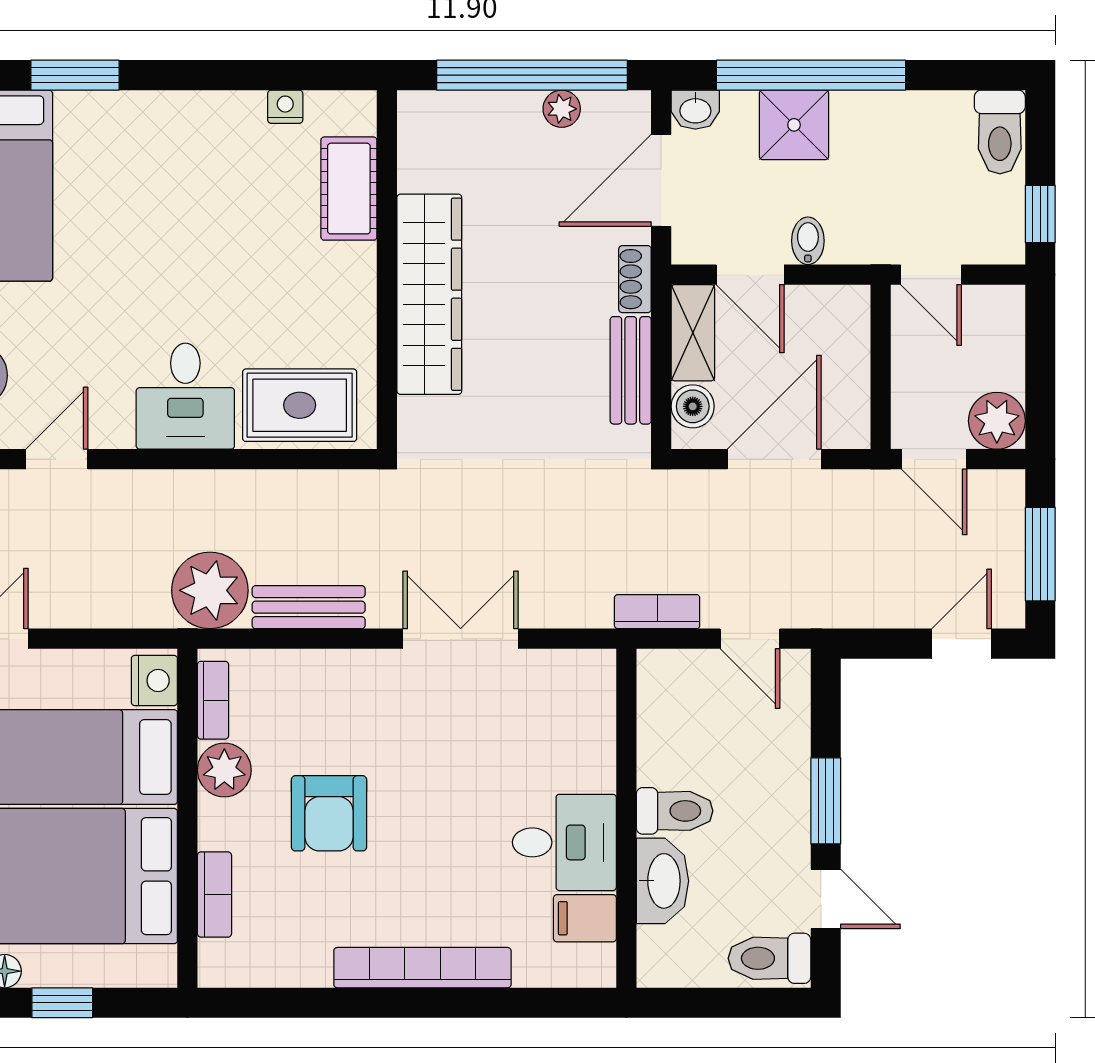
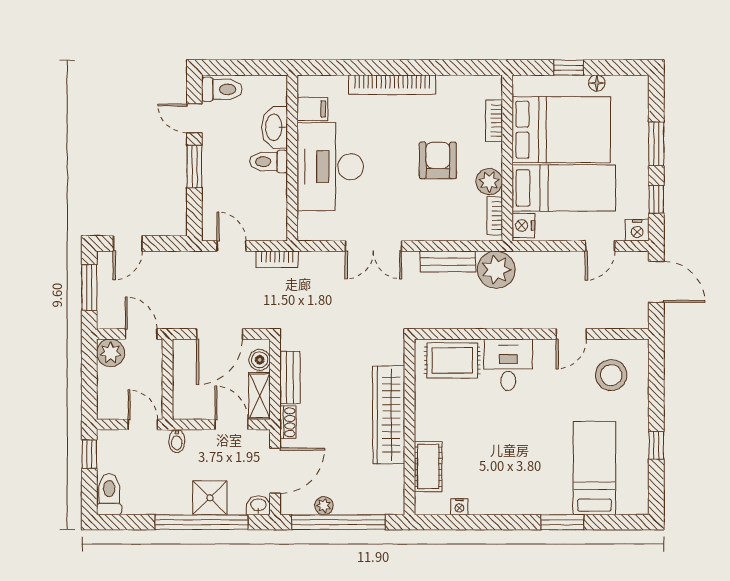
bidet: (808, 241) -> (177, 441), moved
desk: (564, 842) -> (330, 167), width x1.87, depth x1.30

